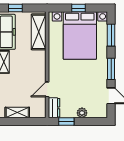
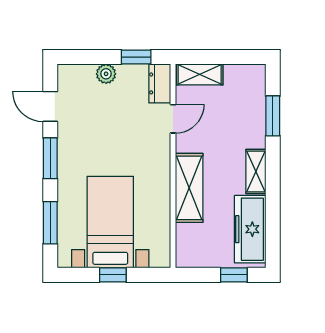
shelving: (39, 32) -> (189, 188), moved
bed with nightstands: (80, 36) -> (110, 222), width x0.73
shelving: (17, 113) -> (200, 74), moved

